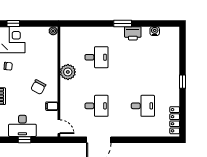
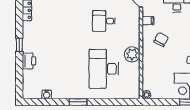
printer: (133, 33) -> (29, 61), moved, turned 90
desk: (97, 57) -> (104, 69), width x1.87, depth x1.30
desk: (143, 106) -> (58, 21), removed

